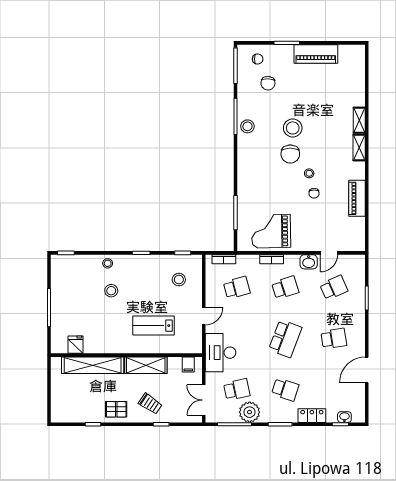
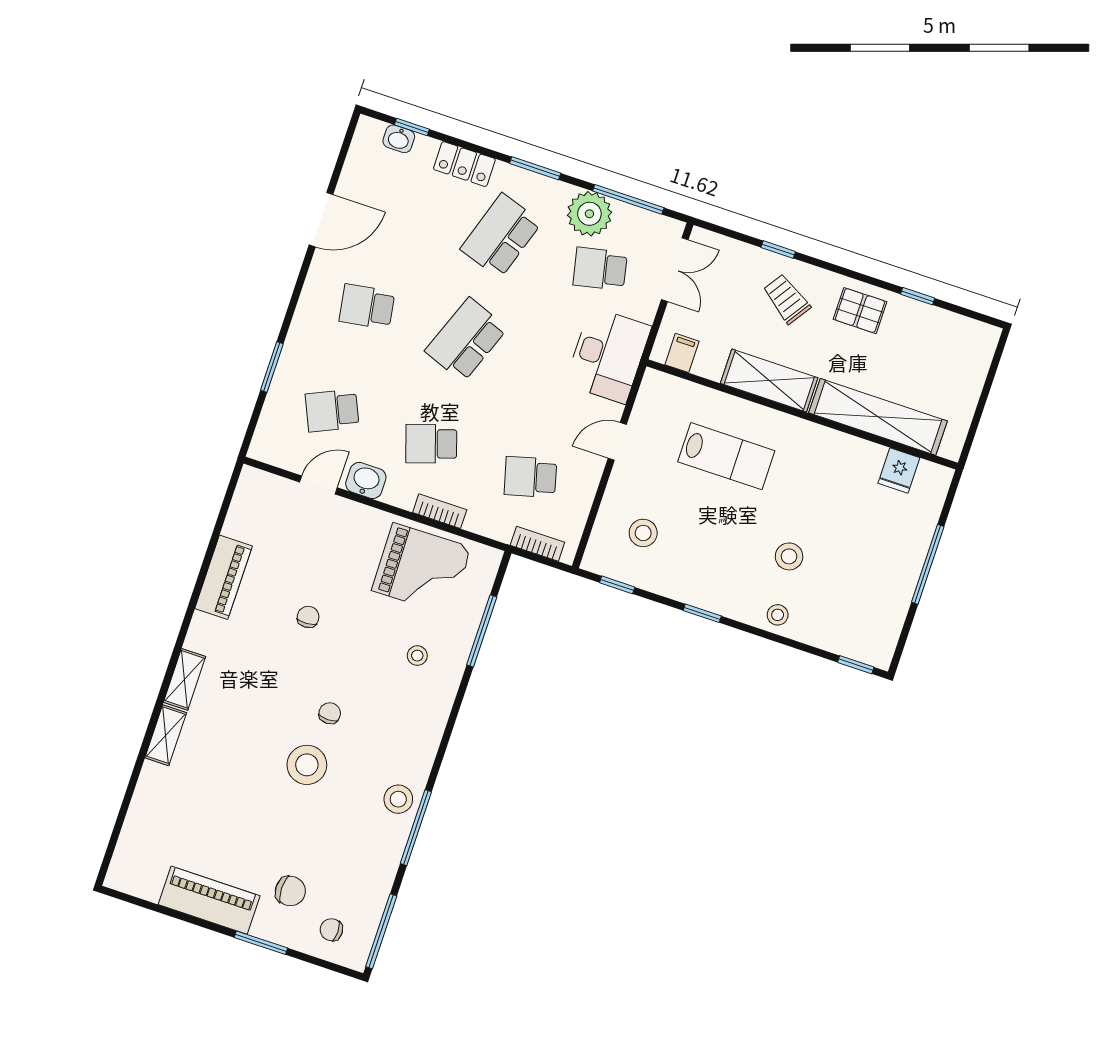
chair: (268, 83) -> (290, 891), moved, turned 86
chair: (290, 154) -> (330, 713), width x0.54, depth x0.54
stool: (309, 173) -> (417, 656), moved
school desk: (285, 389) -> (501, 236), width x1.85

